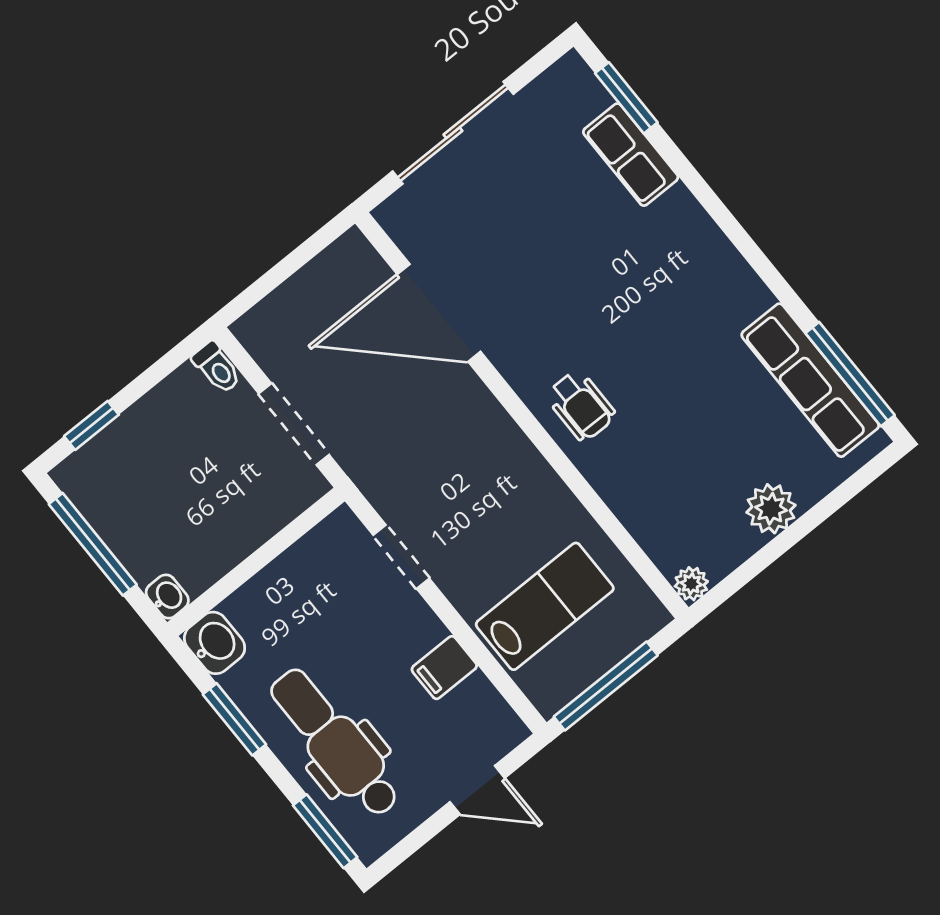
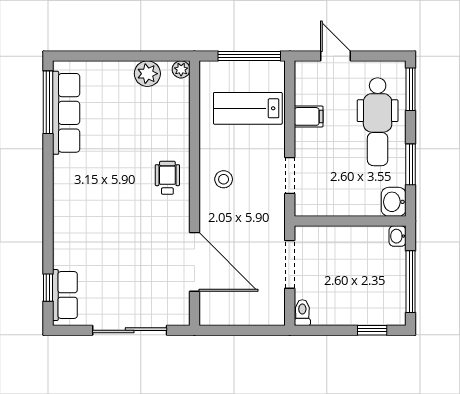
window: (626, 98) -> (48, 288), width x0.67
row of seats: (631, 155) -> (65, 295), moved
stool: (495, 471) -> (224, 179), added
plant: (771, 509) -> (147, 74), moved

